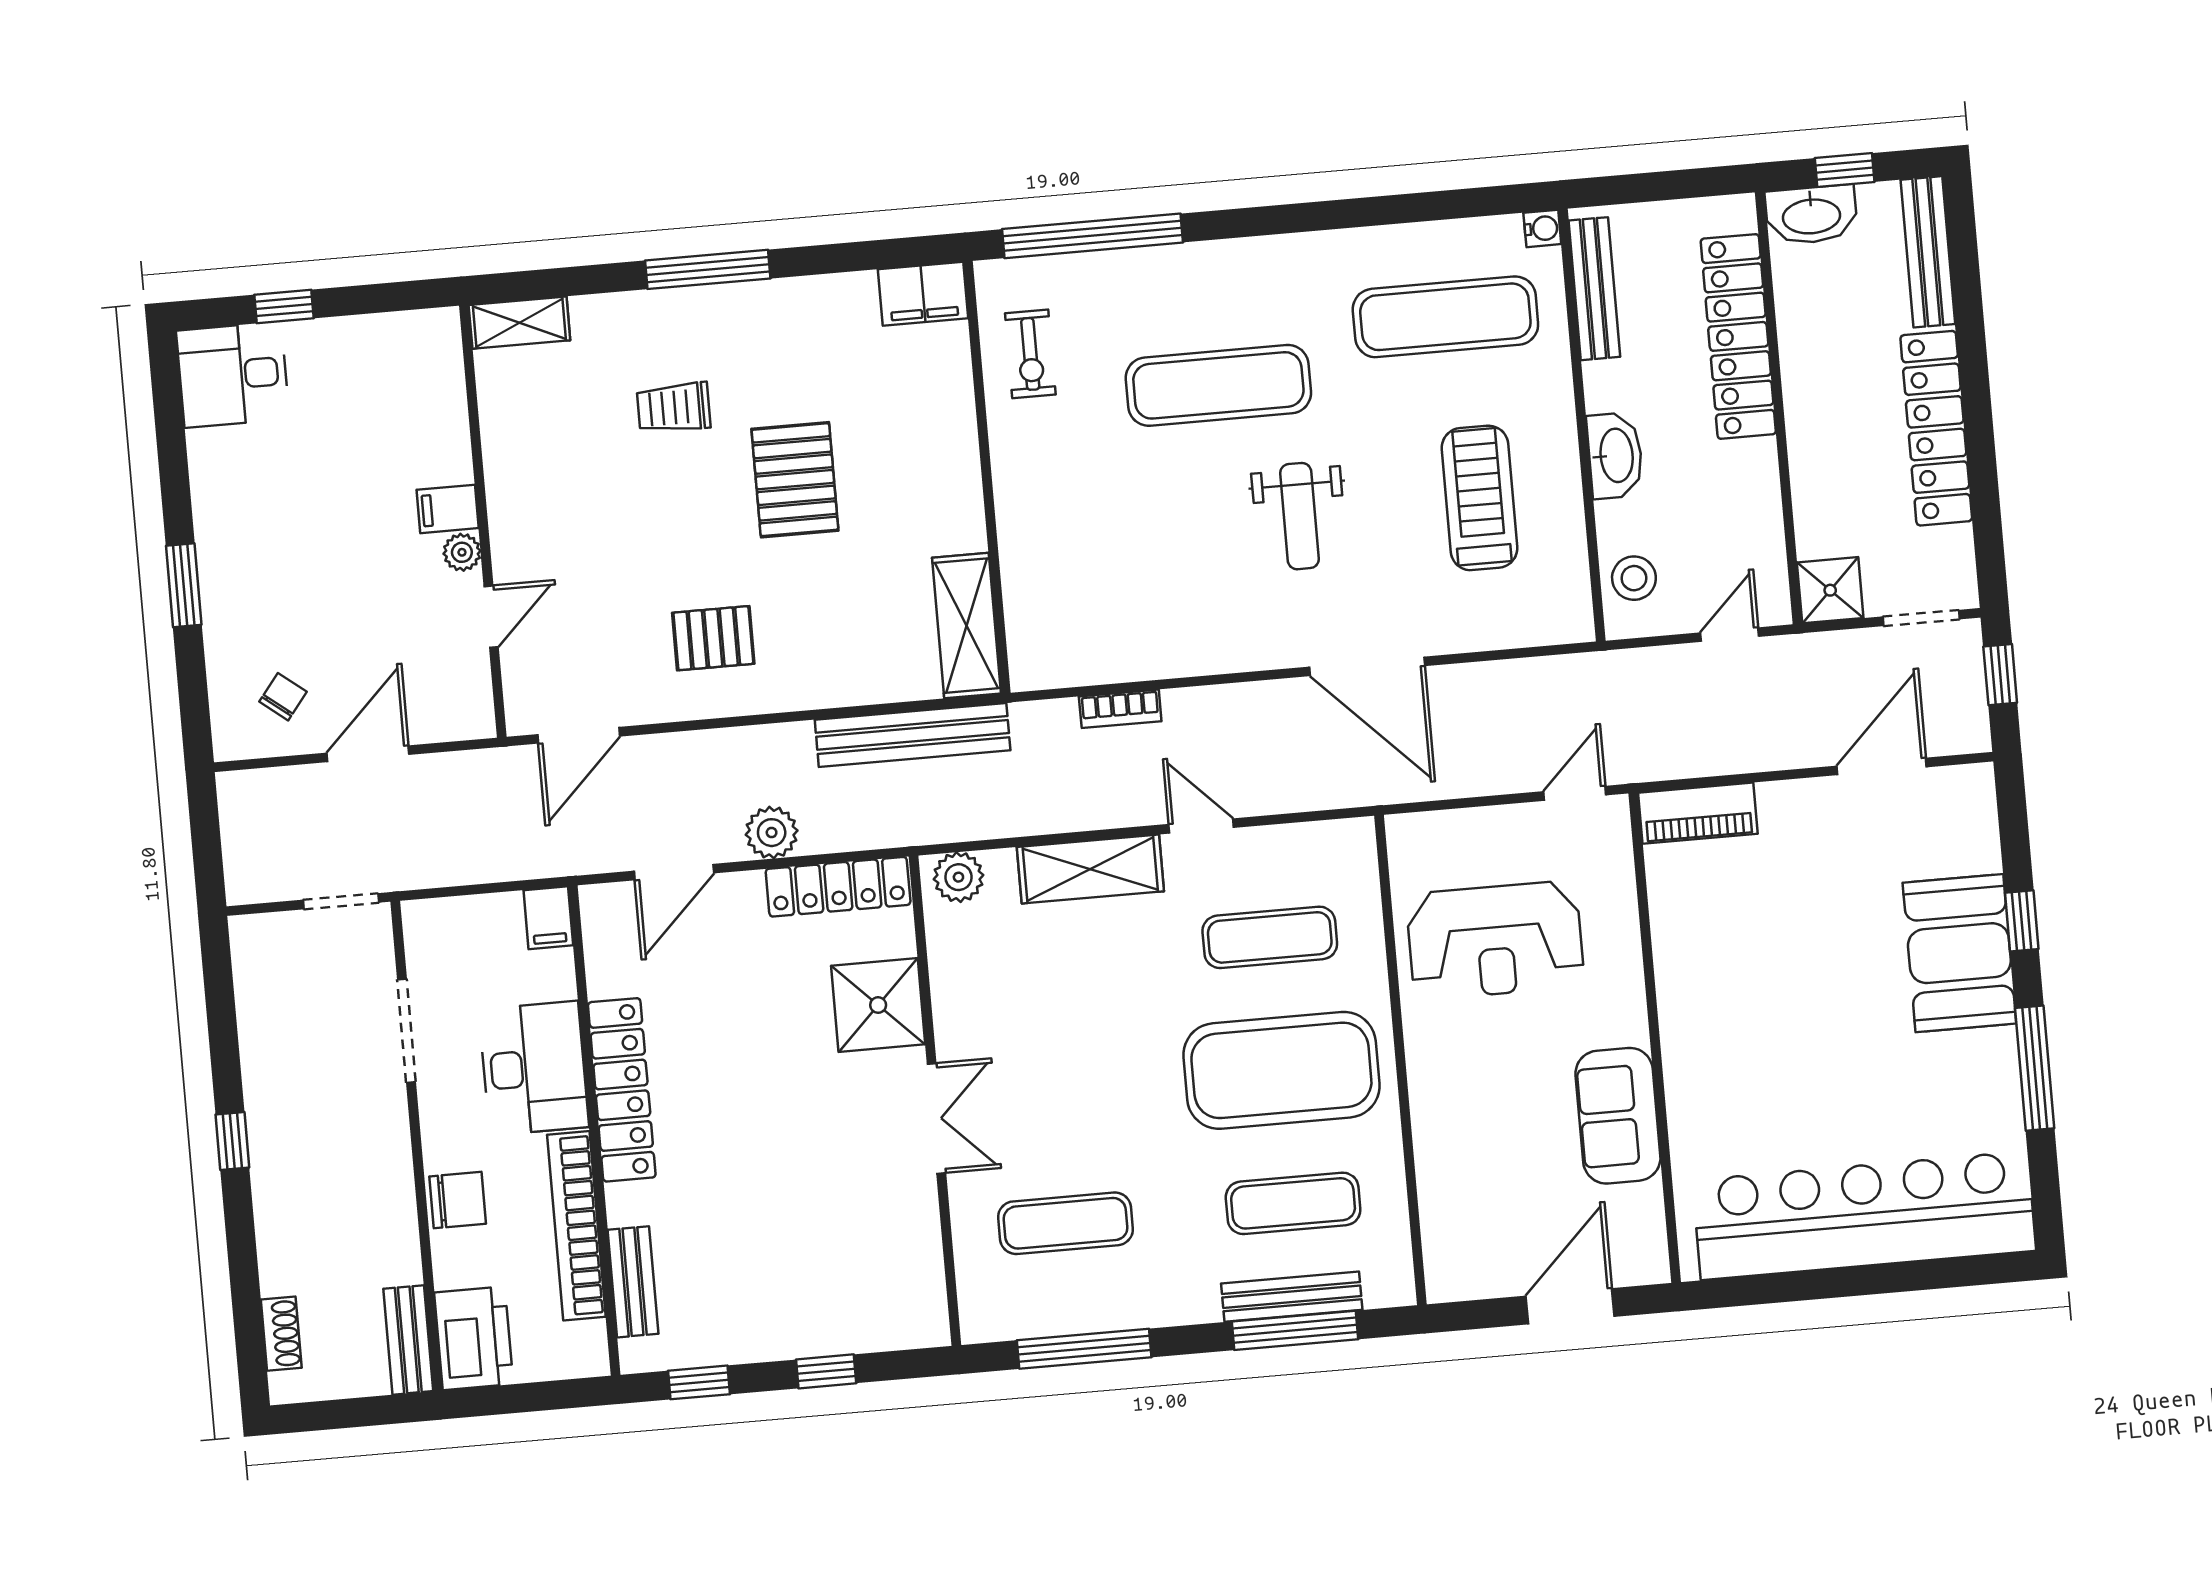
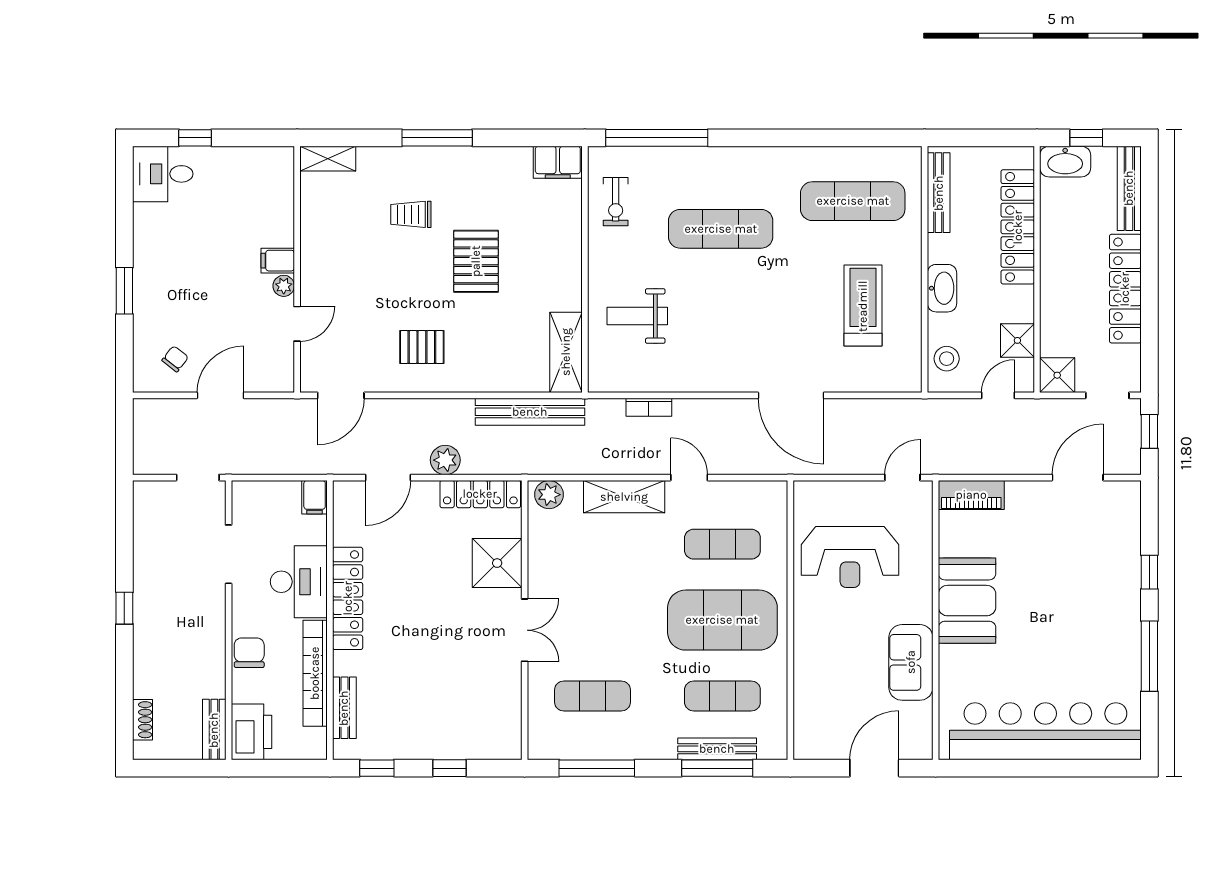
water cooler: (1542, 228) -> (912, 156), removed
weight bench: (1299, 516) -> (637, 316), moved, turned 90
shower: (1755, 535) -> (1017, 340), added
booth: (1959, 953) -> (967, 601), moved
chair: (458, 1200) -> (249, 653), turned -90

